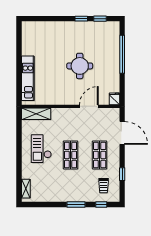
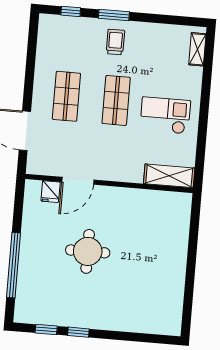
kitchen unit: (28, 78) -> (178, 238), removed
fridge: (114, 99) -> (51, 192), moved
checkout: (41, 149) -> (165, 115), turned -90
window: (122, 174) -> (31, 60), removed
trolley: (104, 186) -> (115, 42), moved

